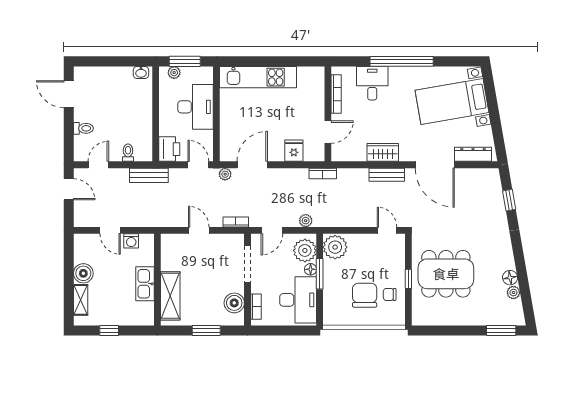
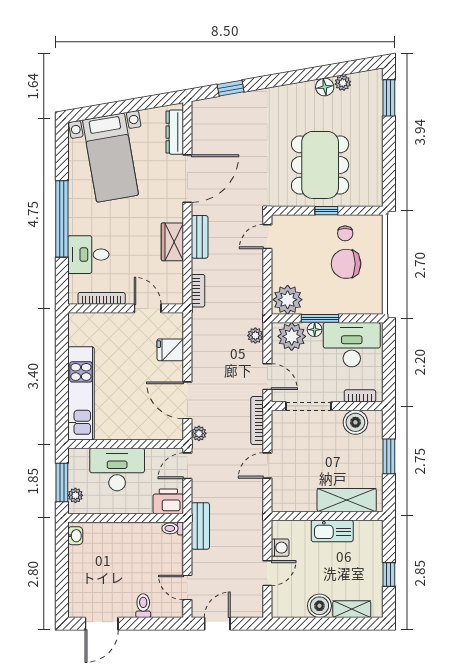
toilet: (128, 153) -> (173, 528), moved
bookcase: (323, 173) -> (198, 291), moved
bookcase: (236, 222) -> (257, 421), width x1.56

